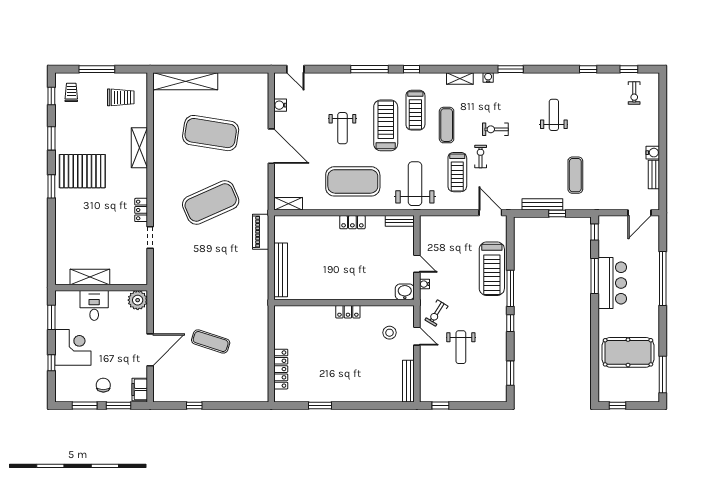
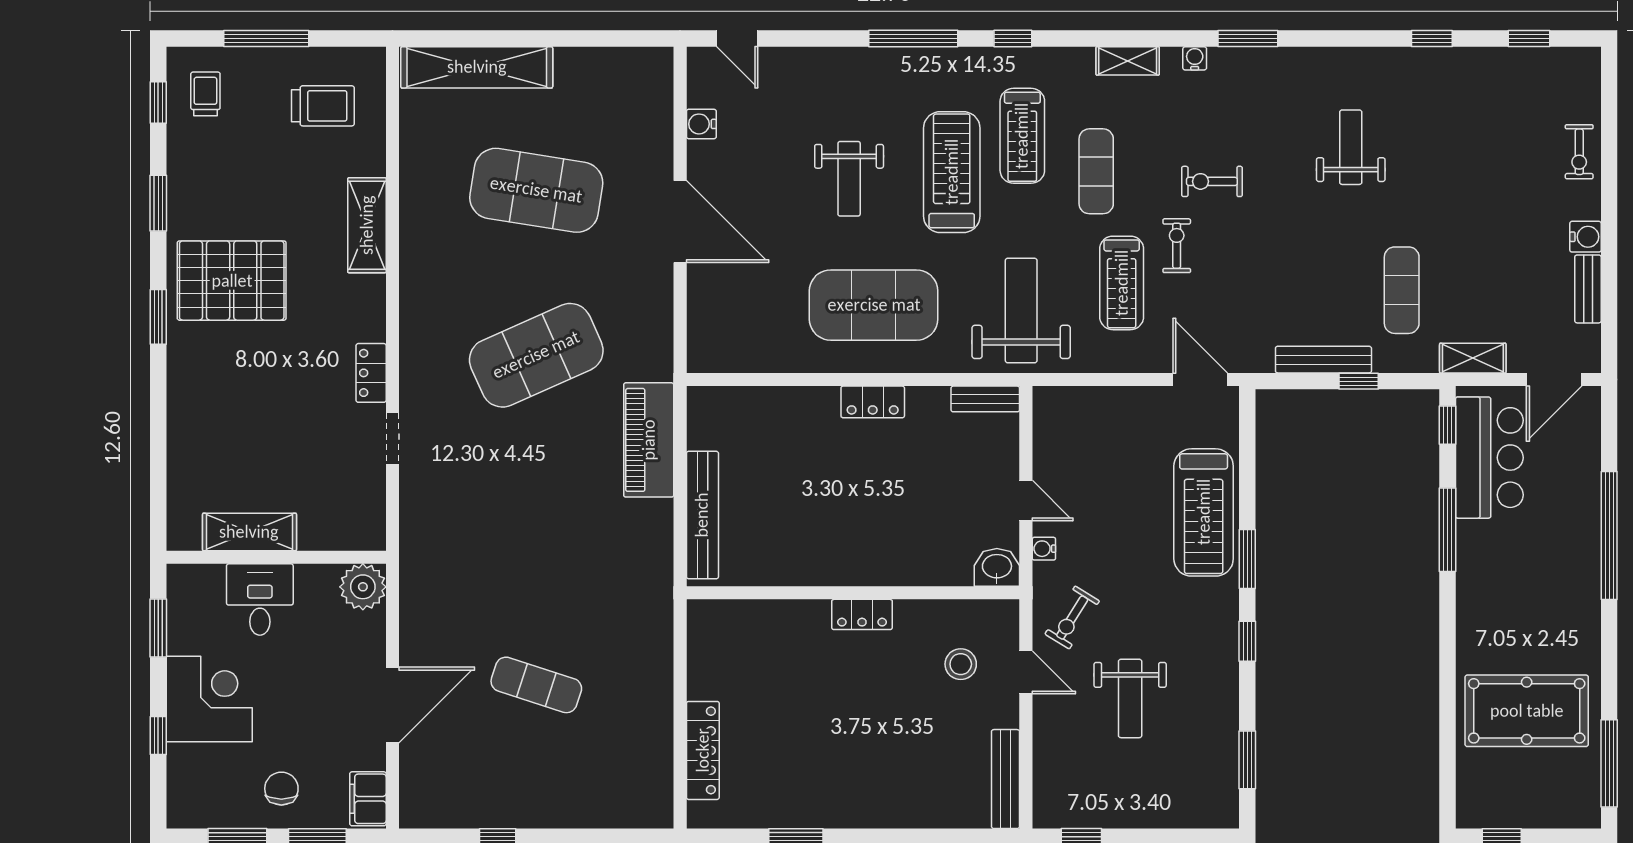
exercise bike: (634, 93) -> (1579, 152), moved
shelving: (288, 204) -> (1473, 358), moved
piano: (261, 232) -> (649, 440), width x1.37, depth x1.33
bar counter: (612, 283) -> (1489, 458), moved
window: (510, 288) -> (1247, 559), width x0.69

